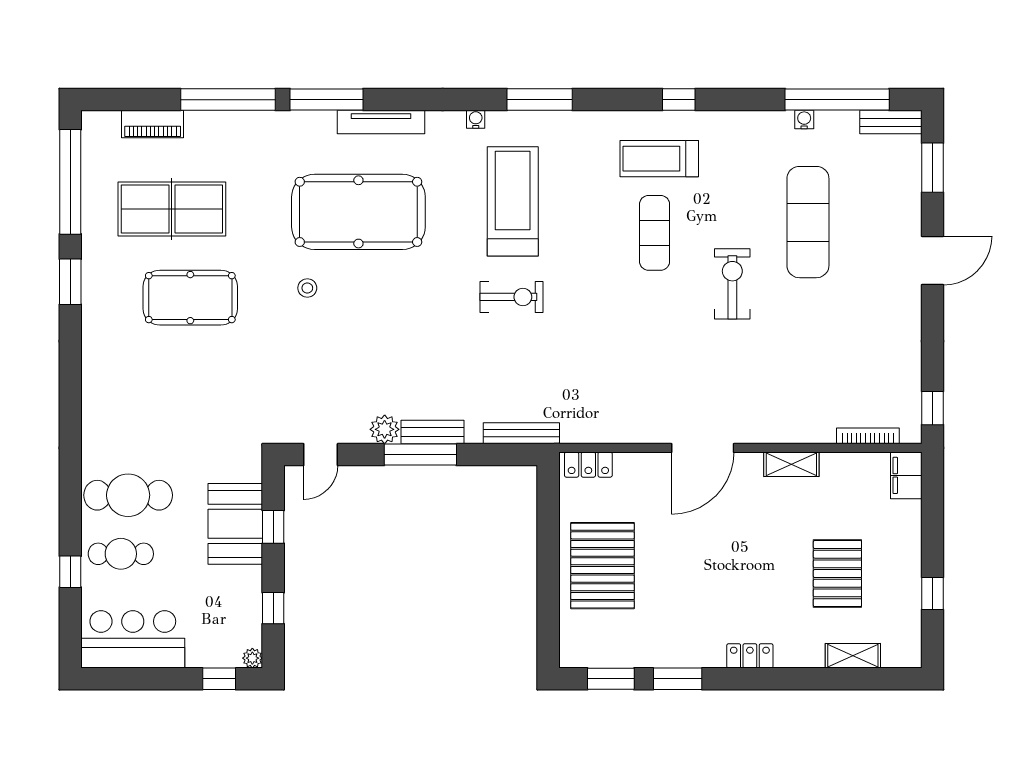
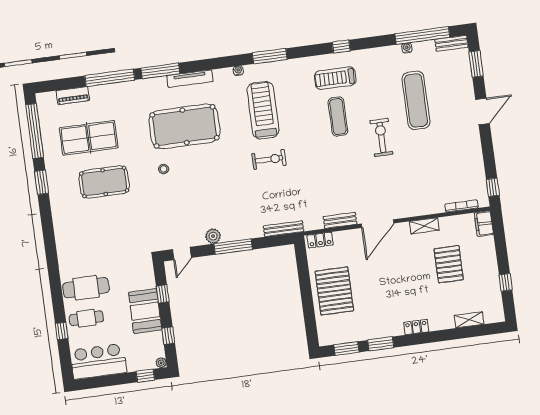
bench: (433, 432) -> (340, 220), moved
booth: (235, 524) -> (145, 311), moved
pallet: (837, 574) -> (449, 264), moved

